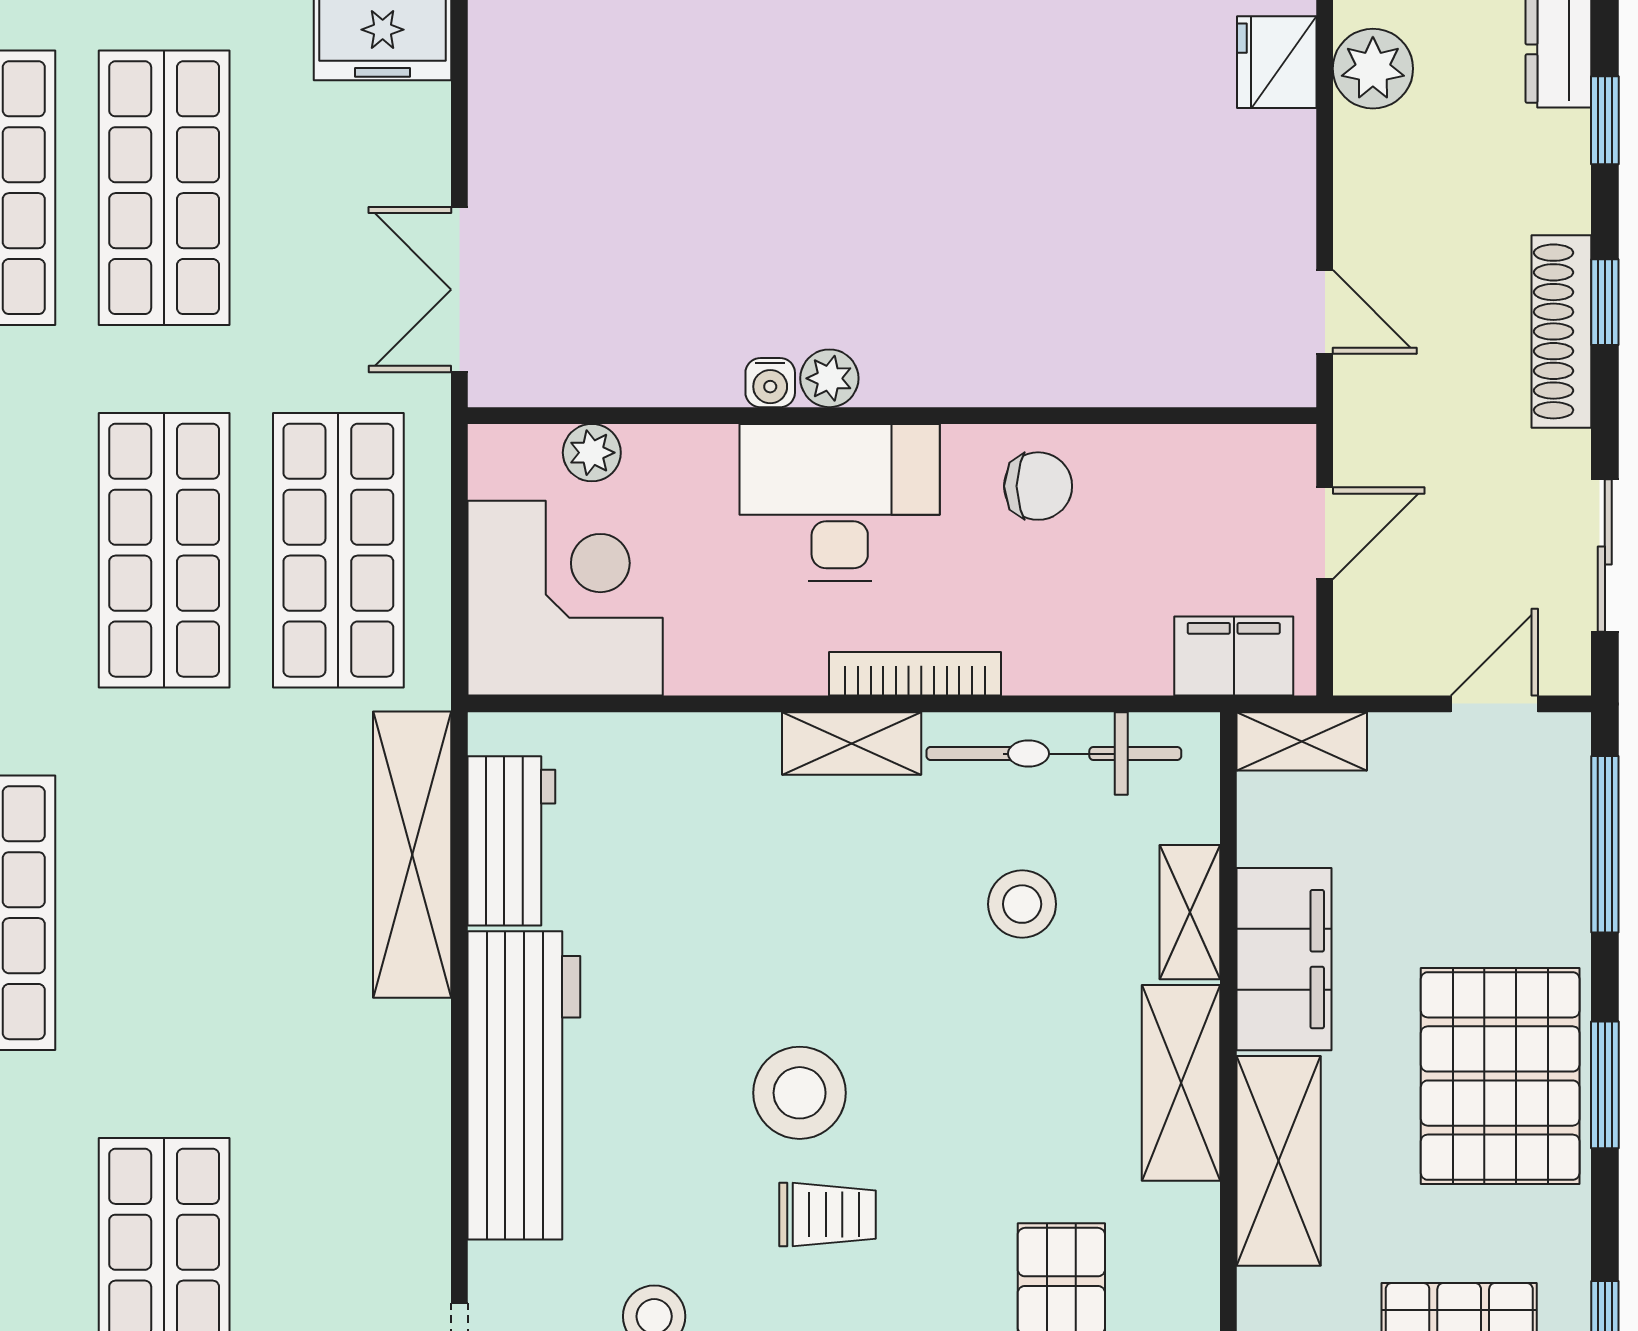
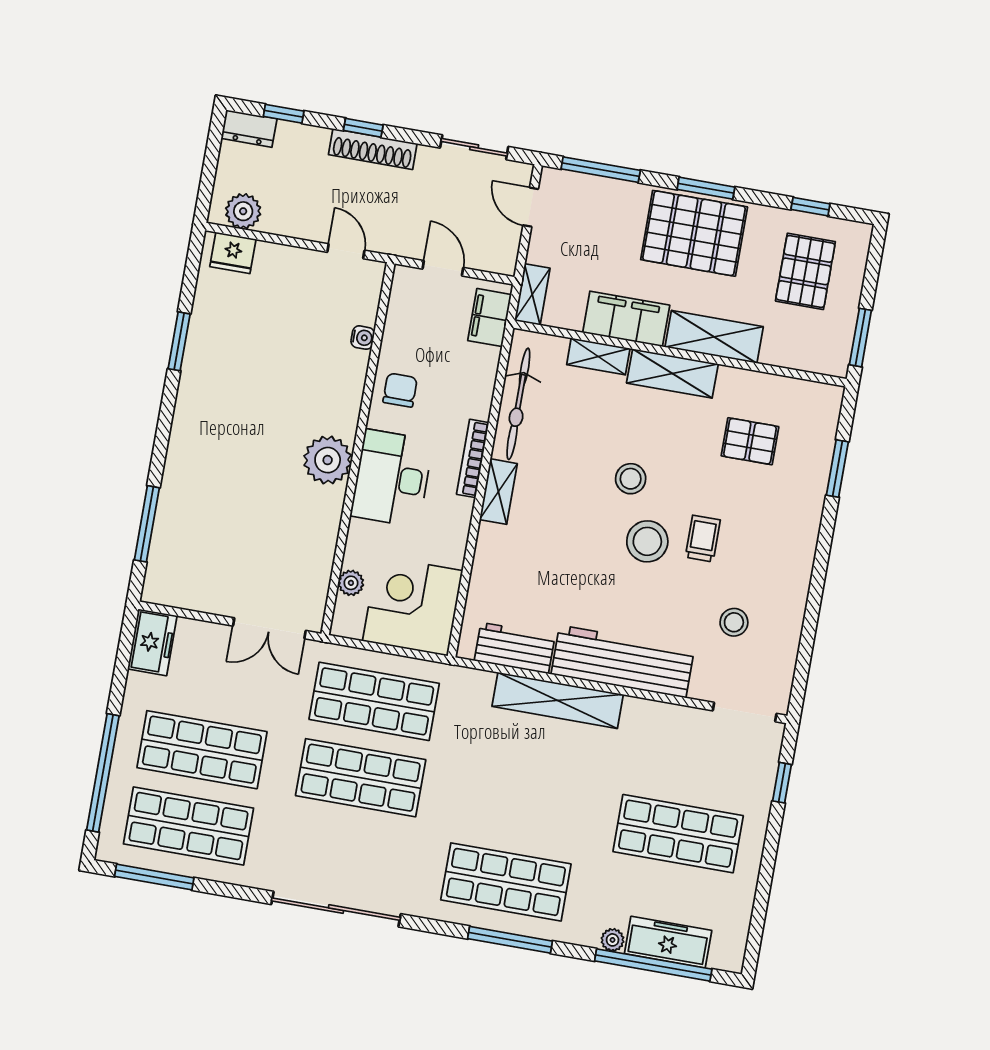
door: (1325, 312) -> (346, 251), hinge flipped
plant: (829, 378) -> (328, 460), width x1.87, depth x1.87
water cooler: (770, 383) -> (363, 338), moved
shelving: (412, 855) -> (558, 700), moved
stool: (1022, 904) -> (631, 479), moved

